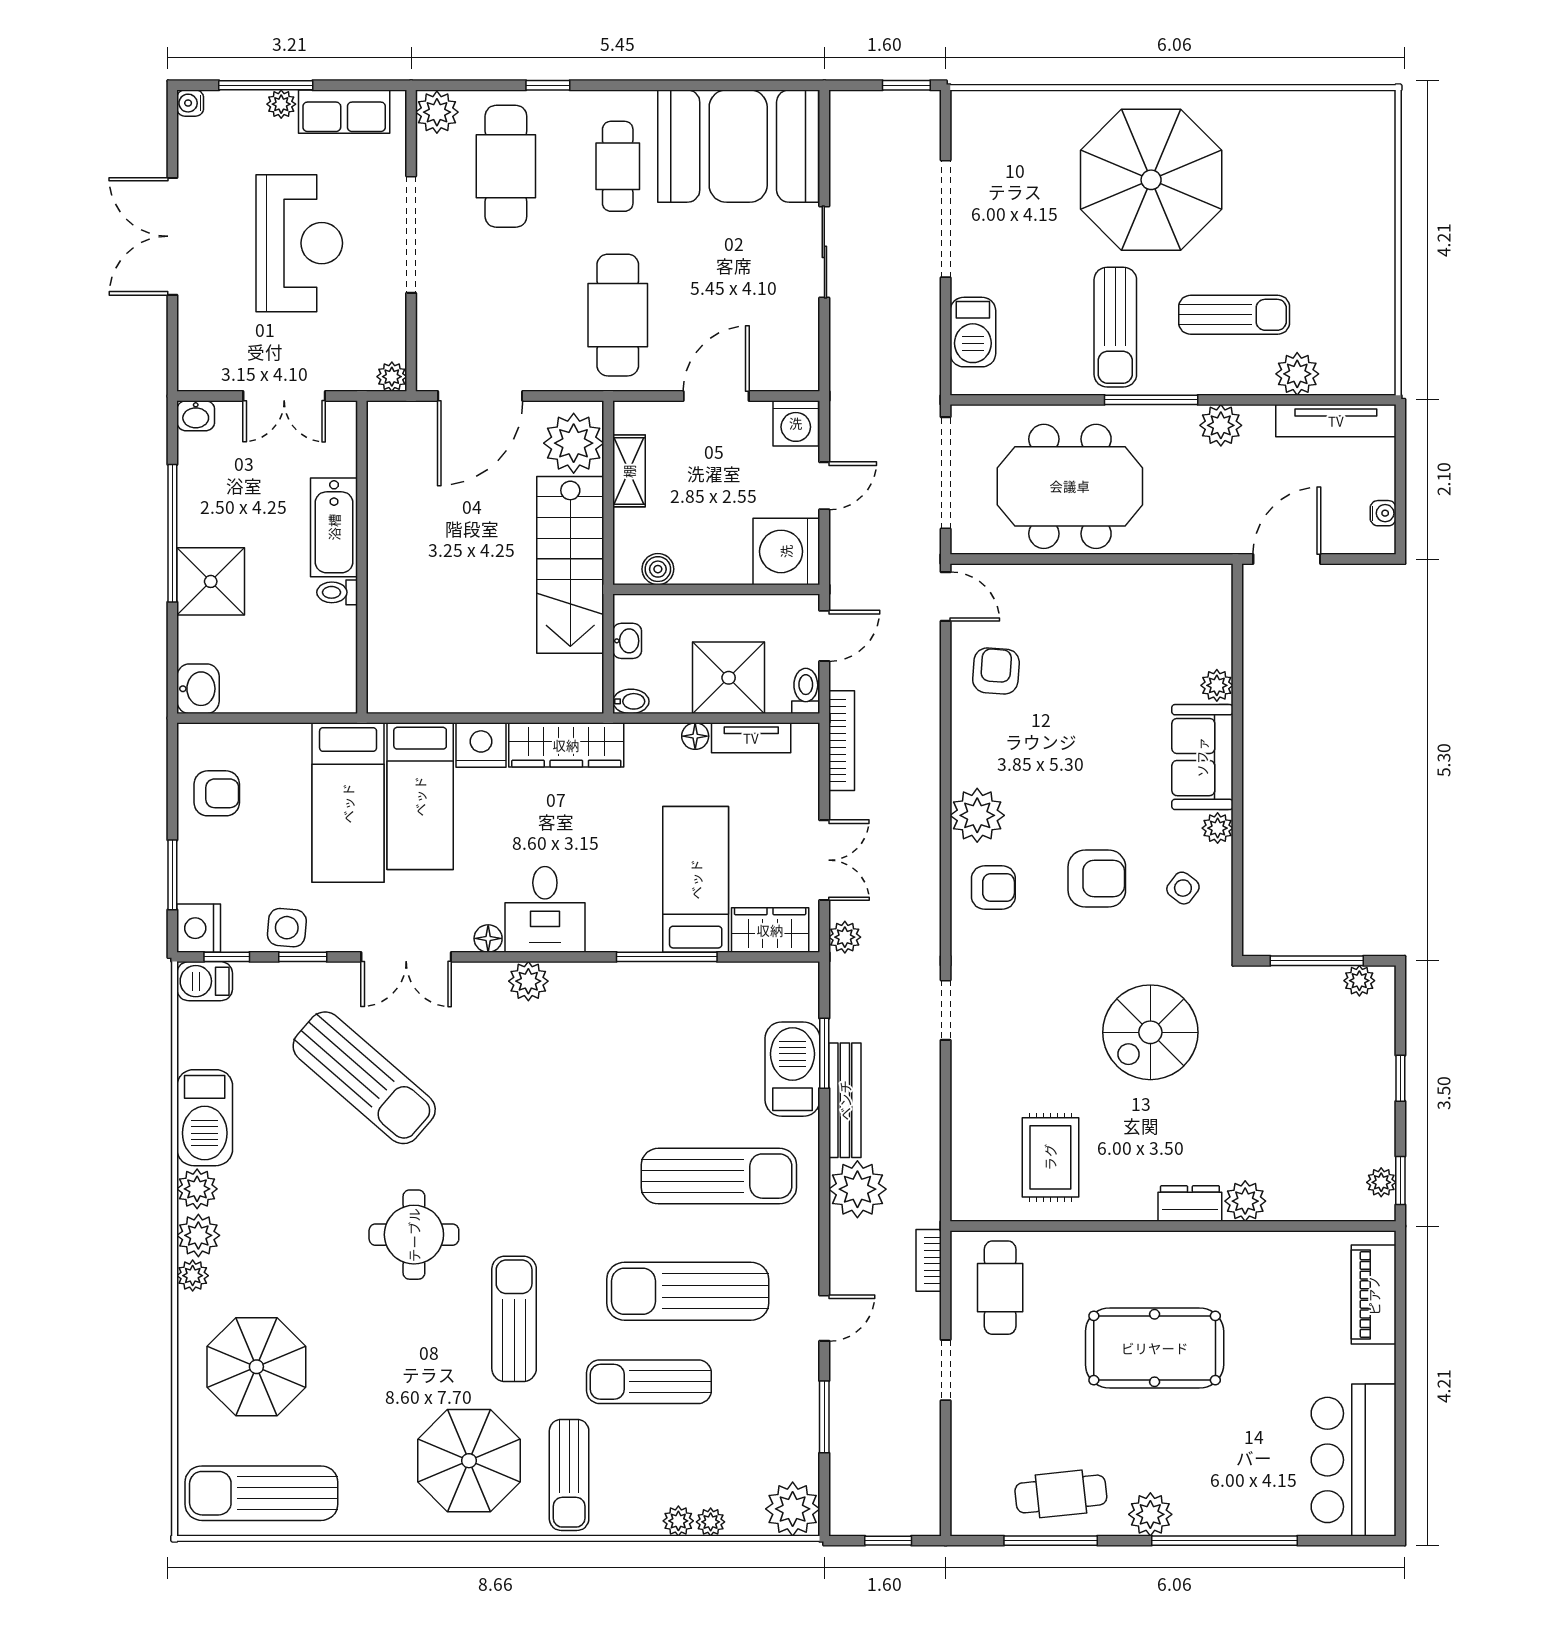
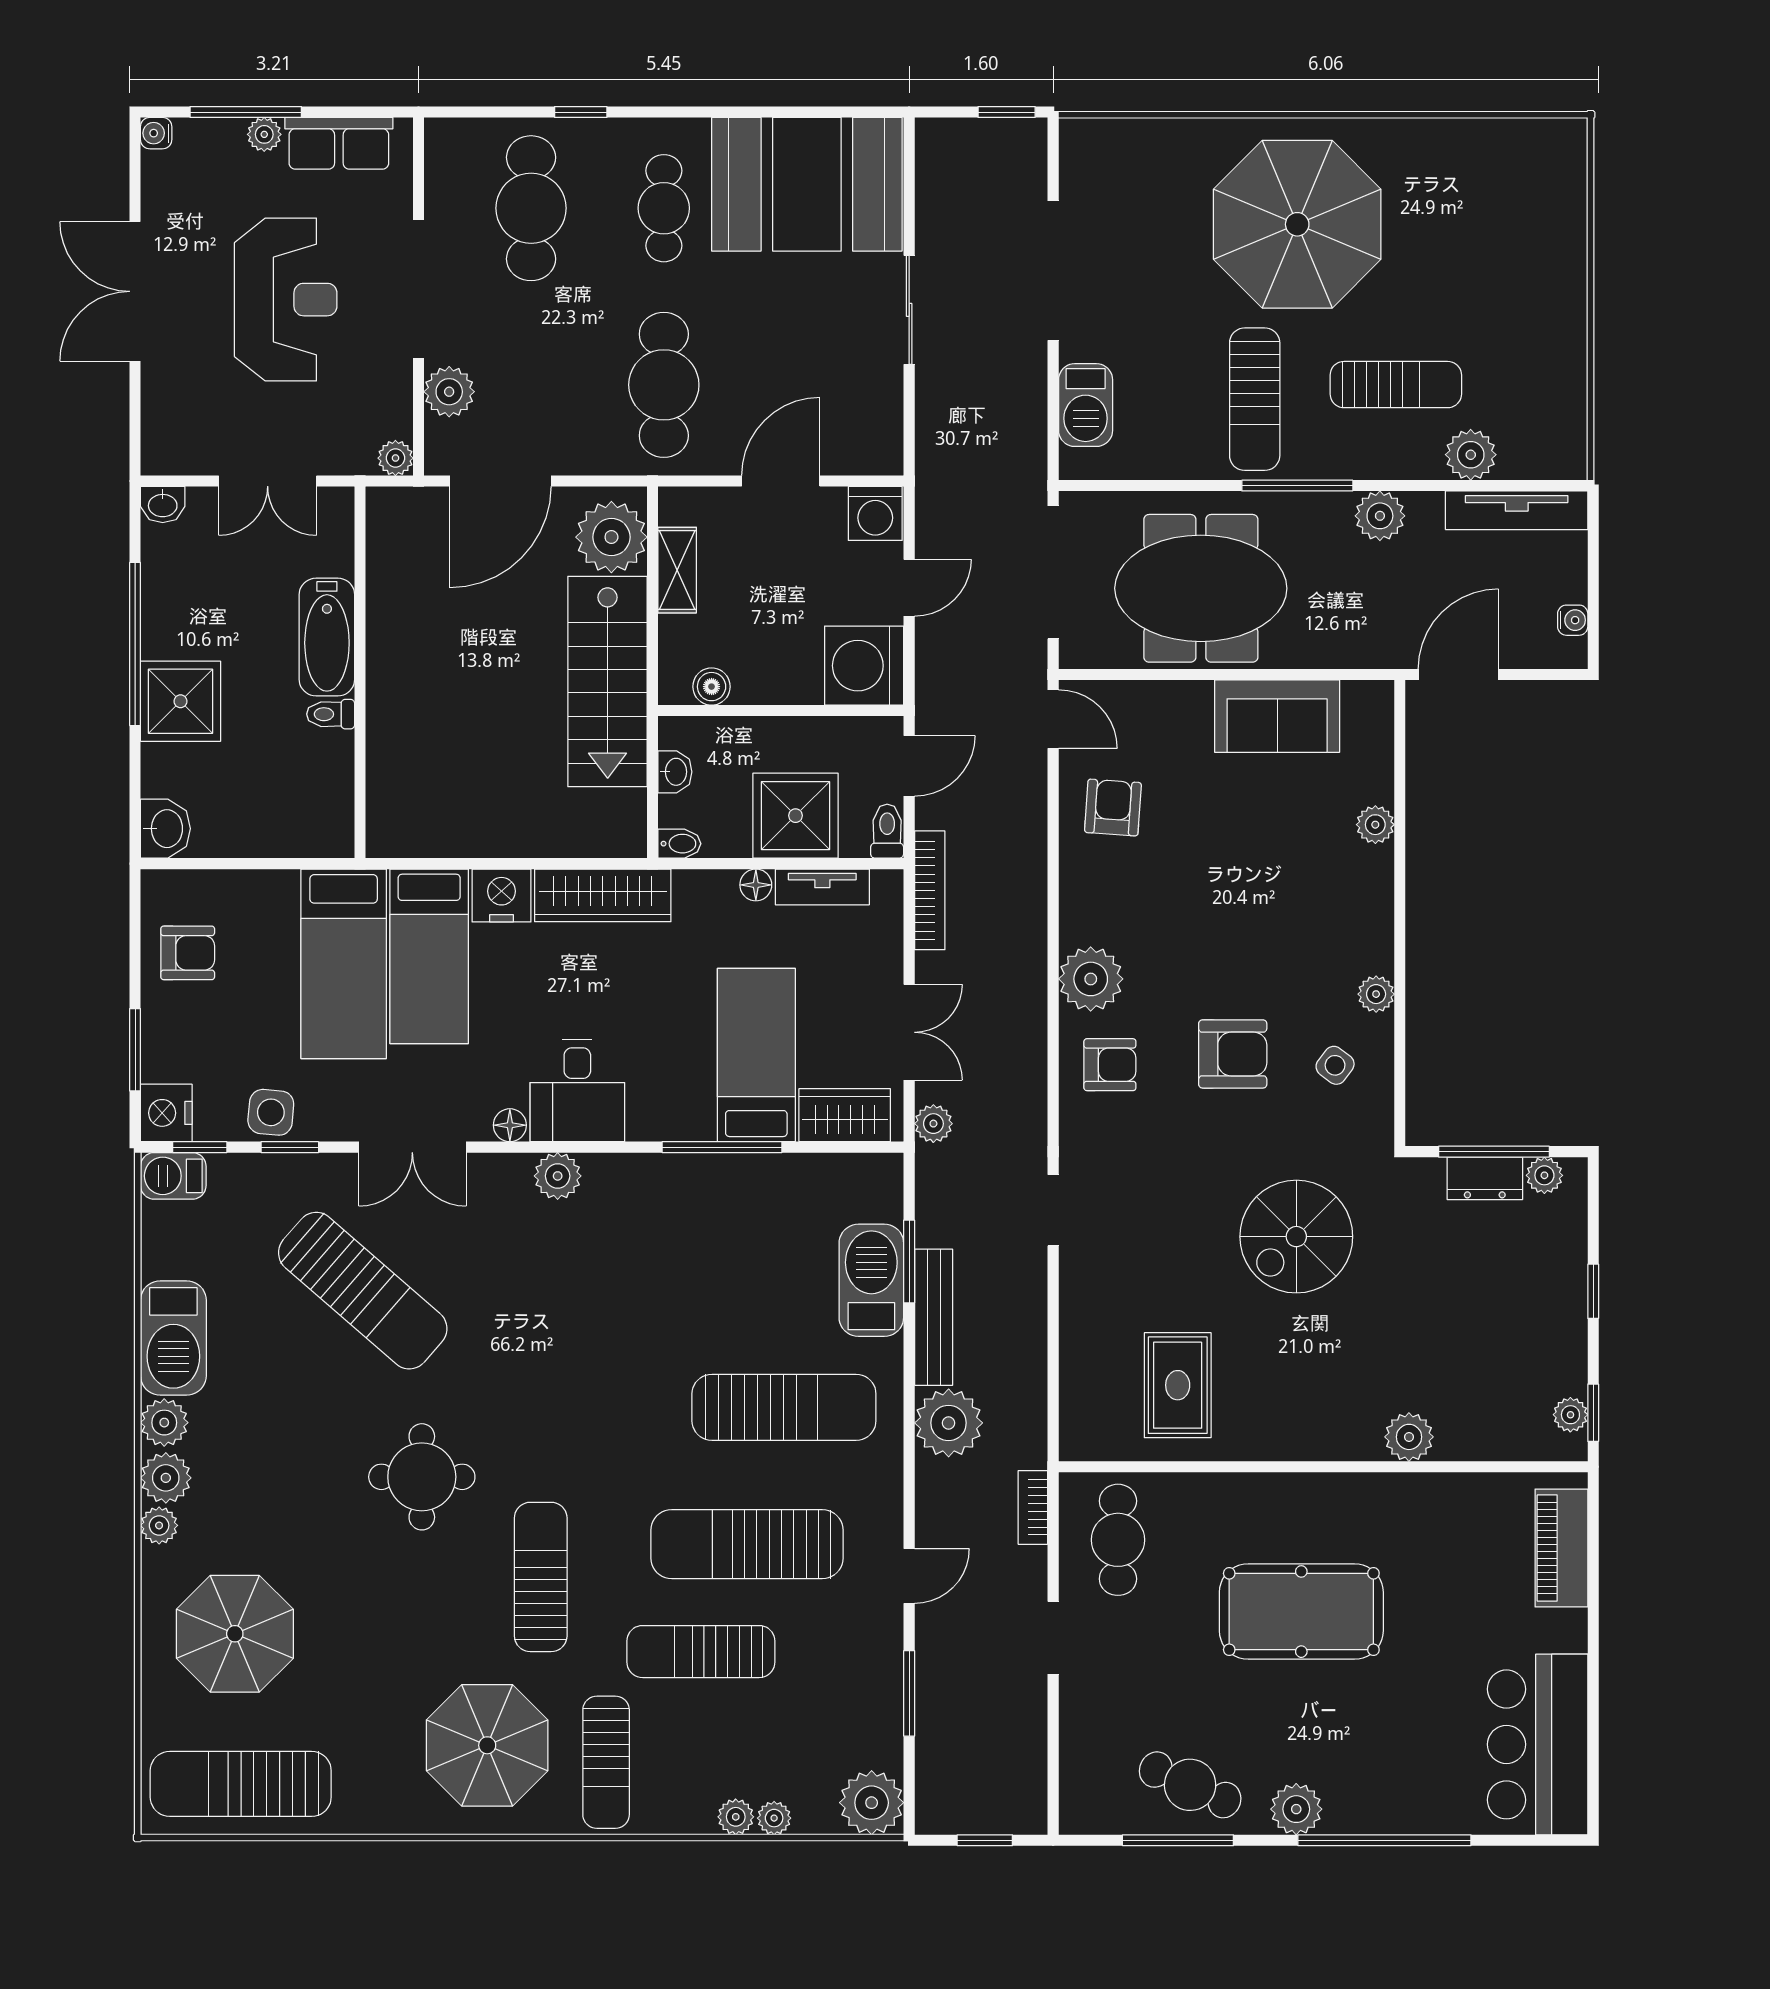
plant: (437, 112) -> (449, 392), moved
sofa: (1202, 757) -> (1277, 716), moved, turned -90
dresser: (1190, 1204) -> (1485, 1178), moved, turned 180
cafe table: (1061, 1494) -> (1190, 1785), turned 30

